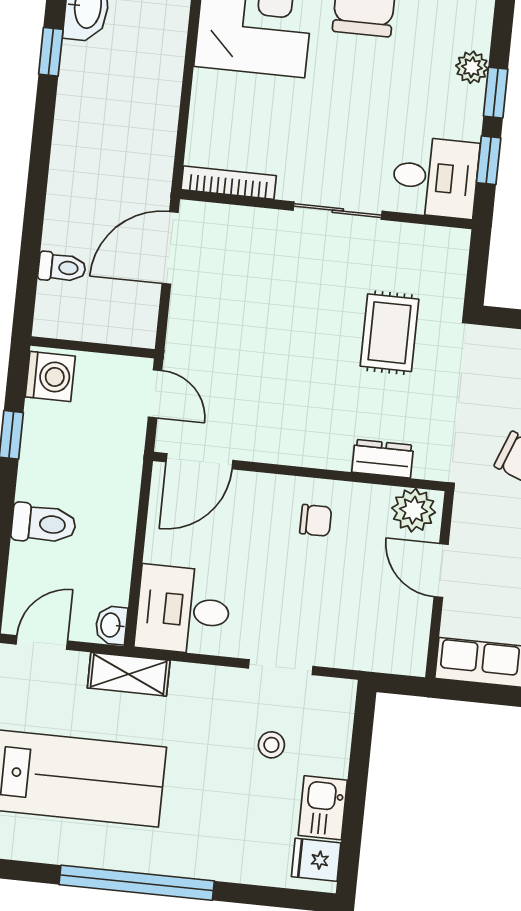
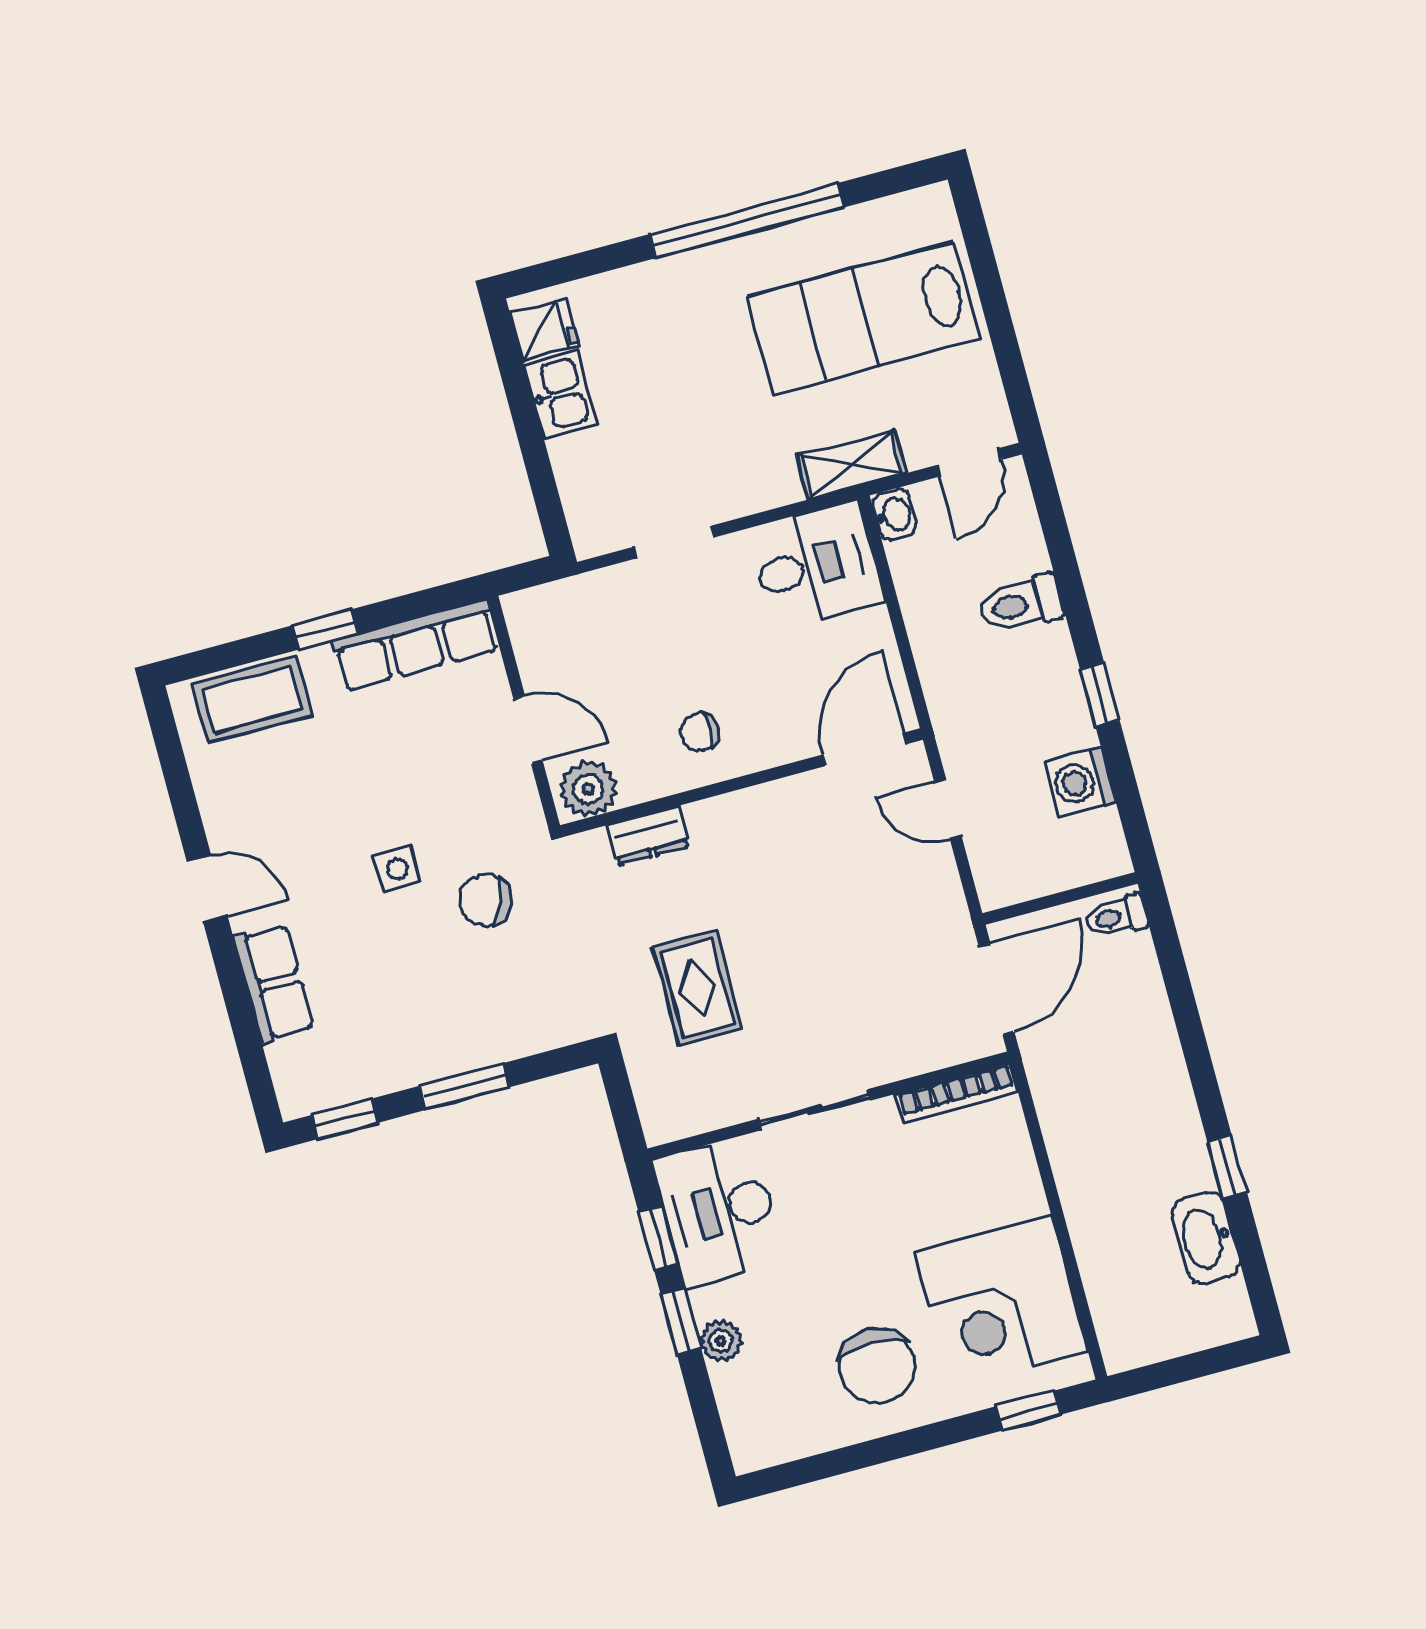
desk: (435, 177) -> (719, 1211), width x1.37
wall: (93, 347) -> (1060, 898), moved
stool: (271, 745) -> (650, 446), removed

